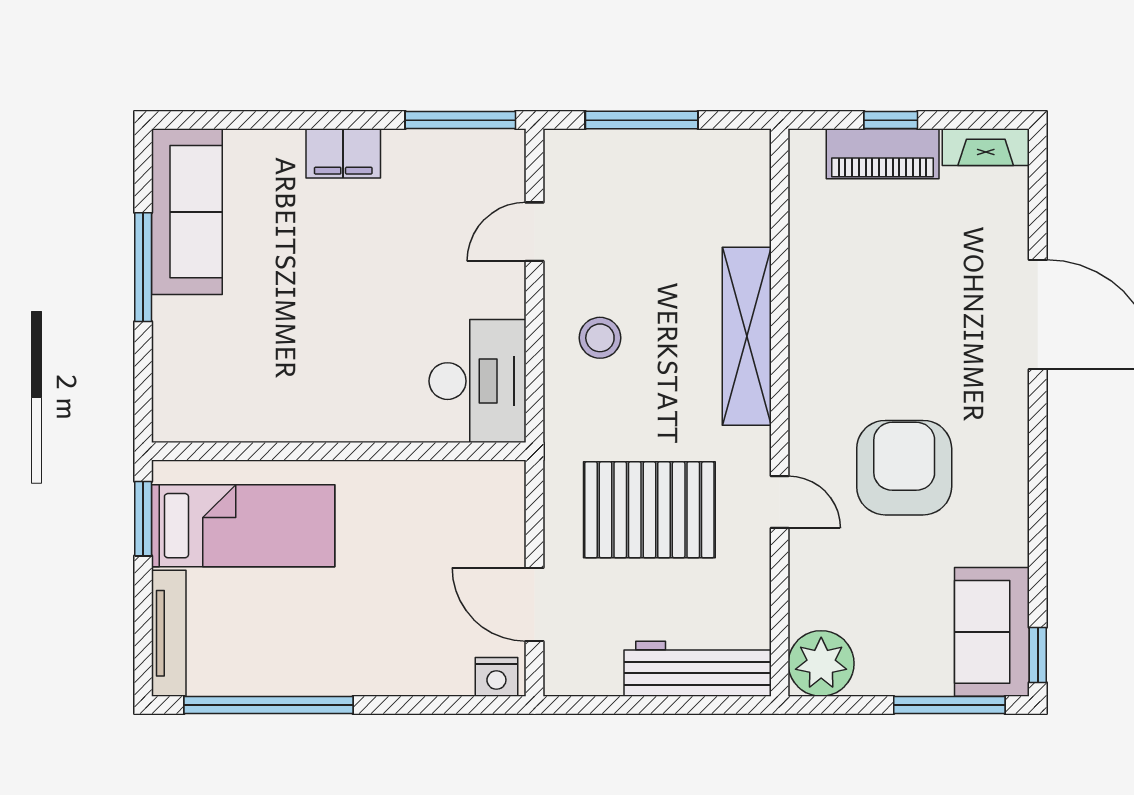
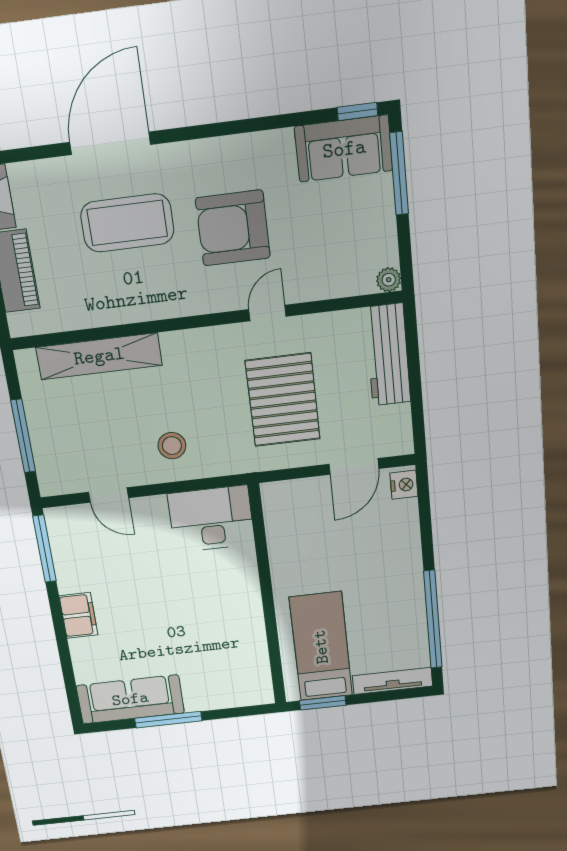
coffee table: (929, 321) -> (127, 223), added
shelving: (747, 336) -> (99, 356), moved
plant: (821, 663) -> (389, 280), width x0.53, depth x0.53

